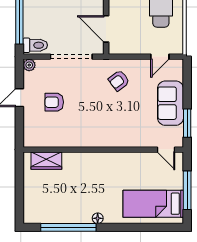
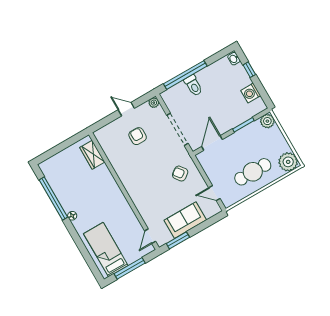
toilet: (35, 45) -> (193, 85), moved

